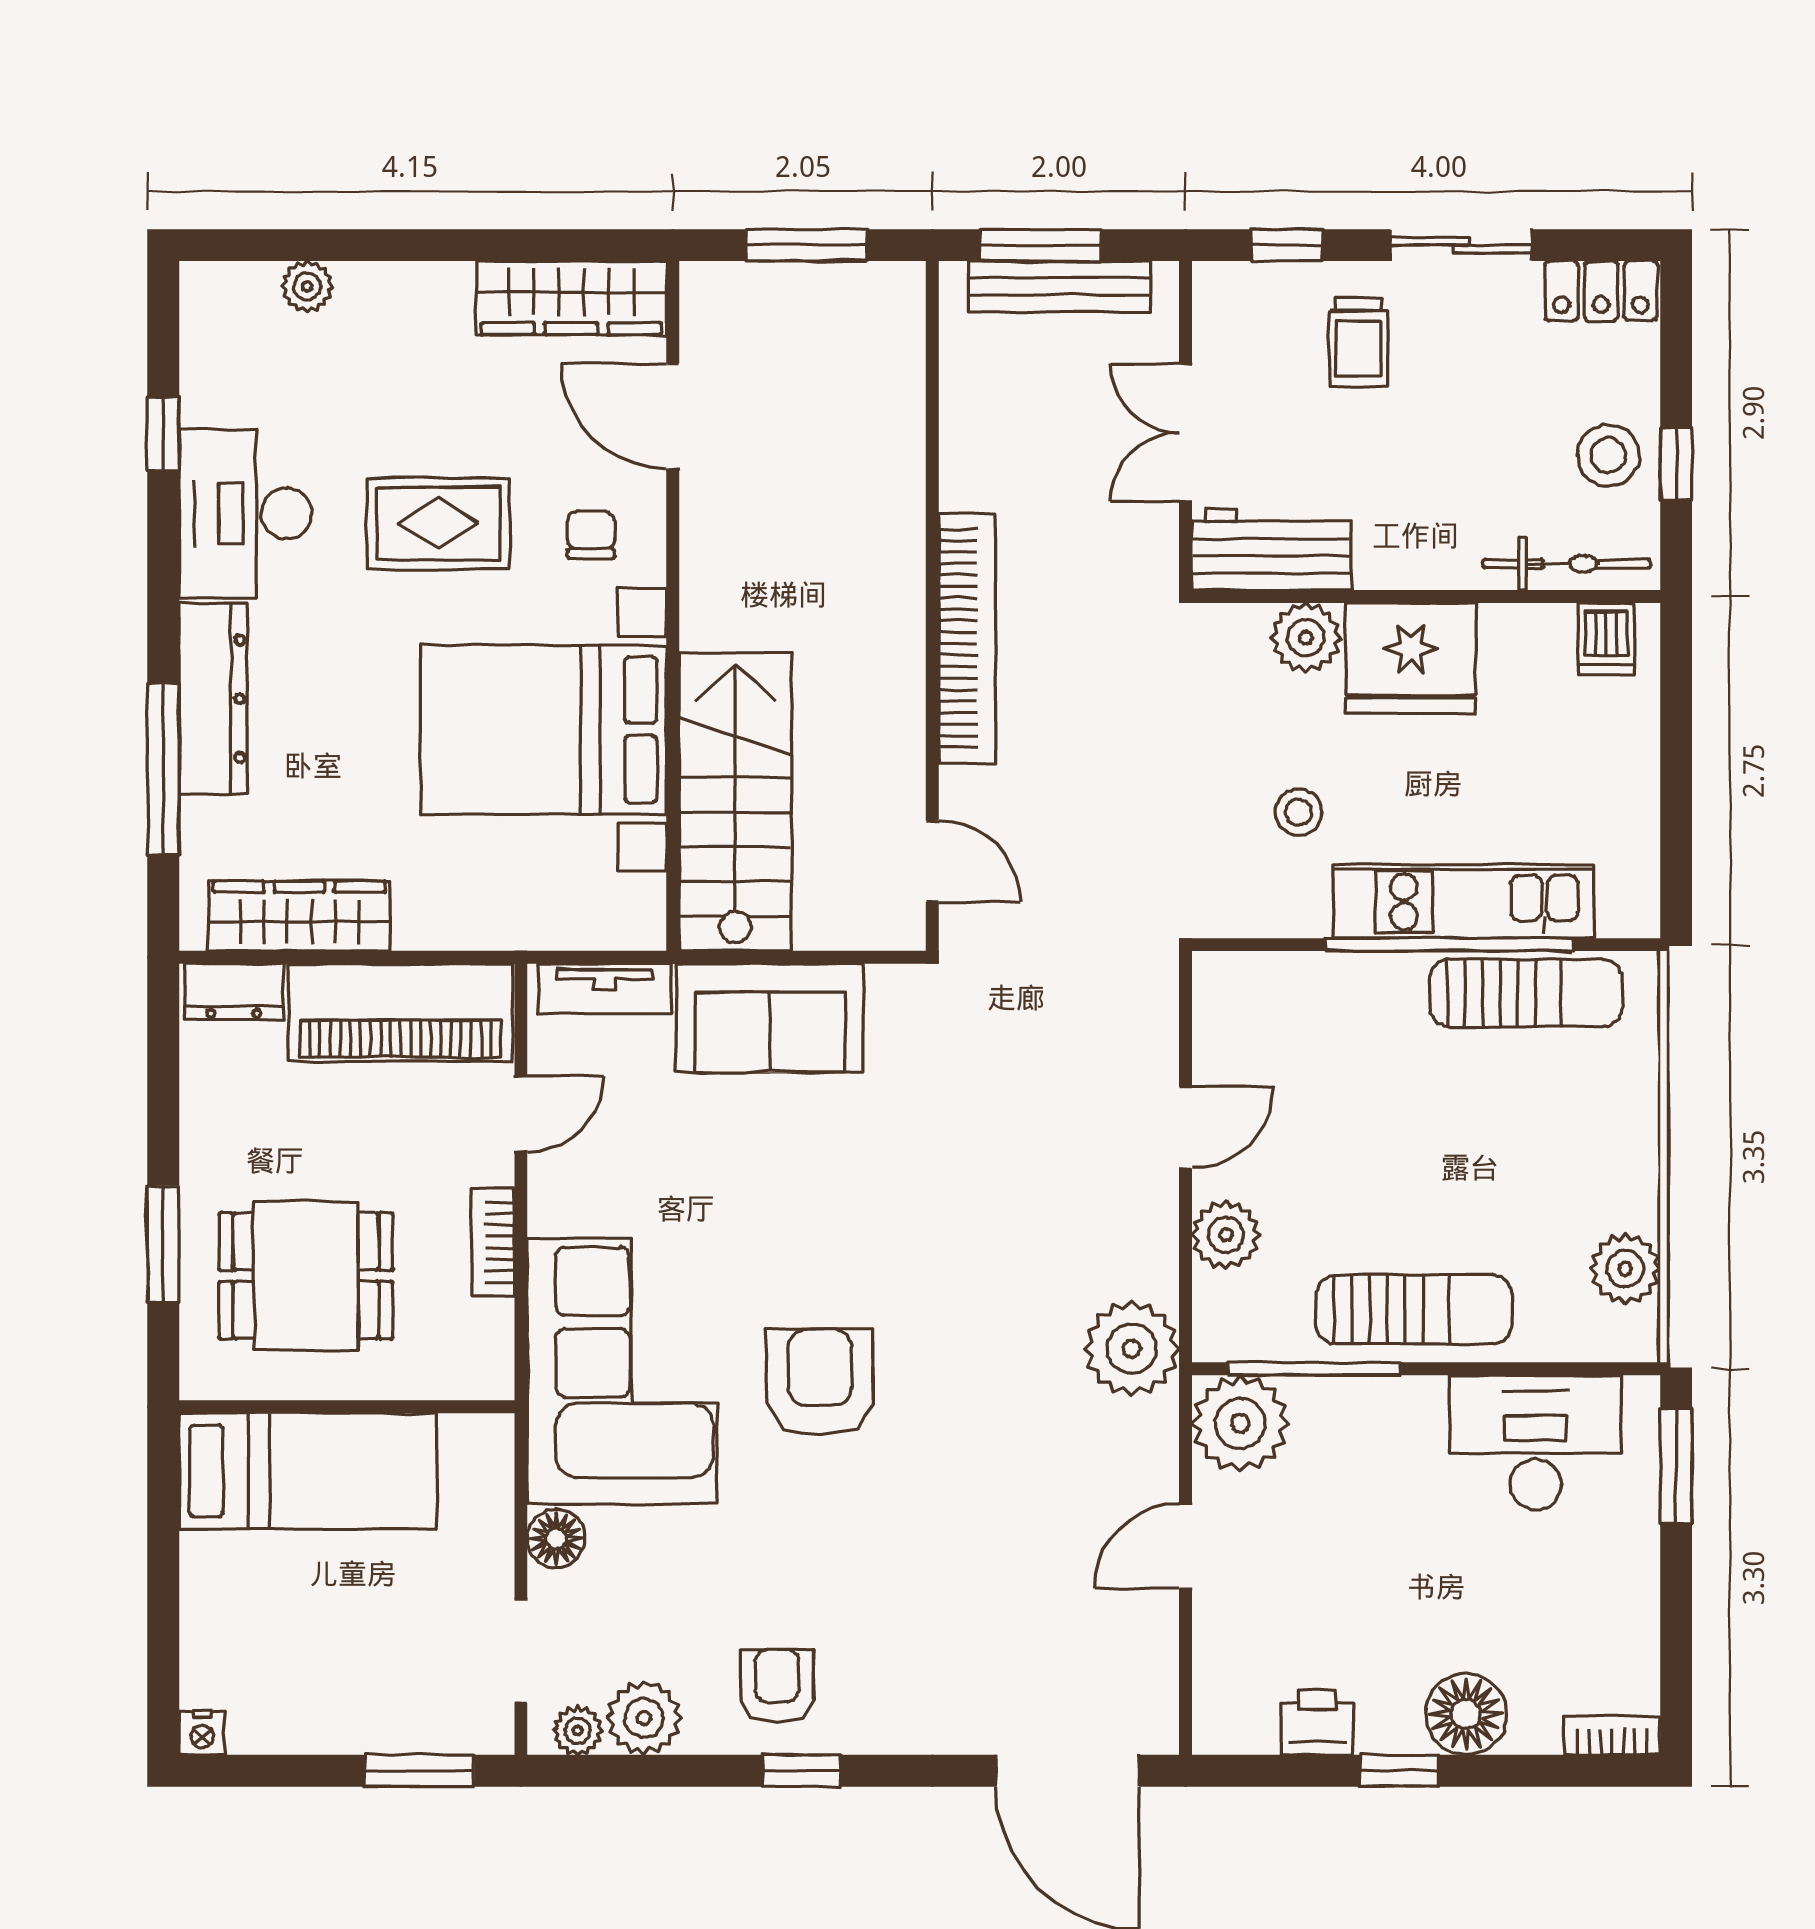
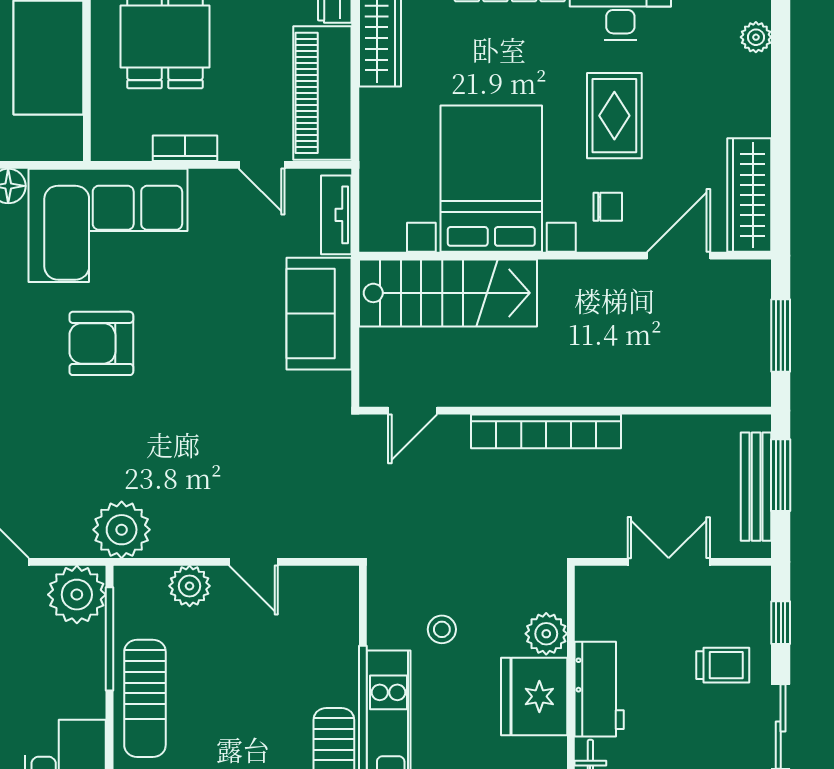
trolley: (1358, 342) -> (723, 665), turned 180
workbench: (1271, 549) -> (599, 689), moved
armchair: (820, 1382) -> (101, 343), turned 180

